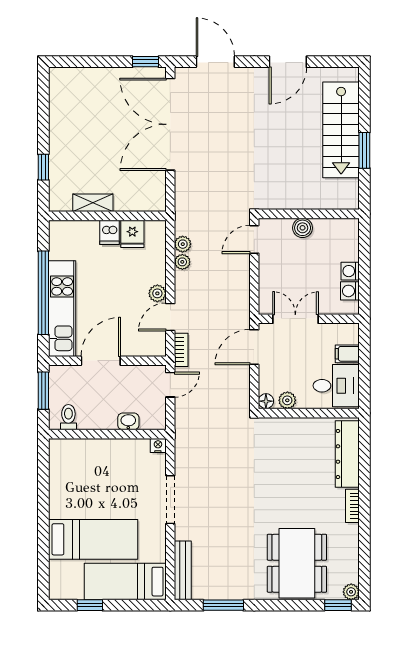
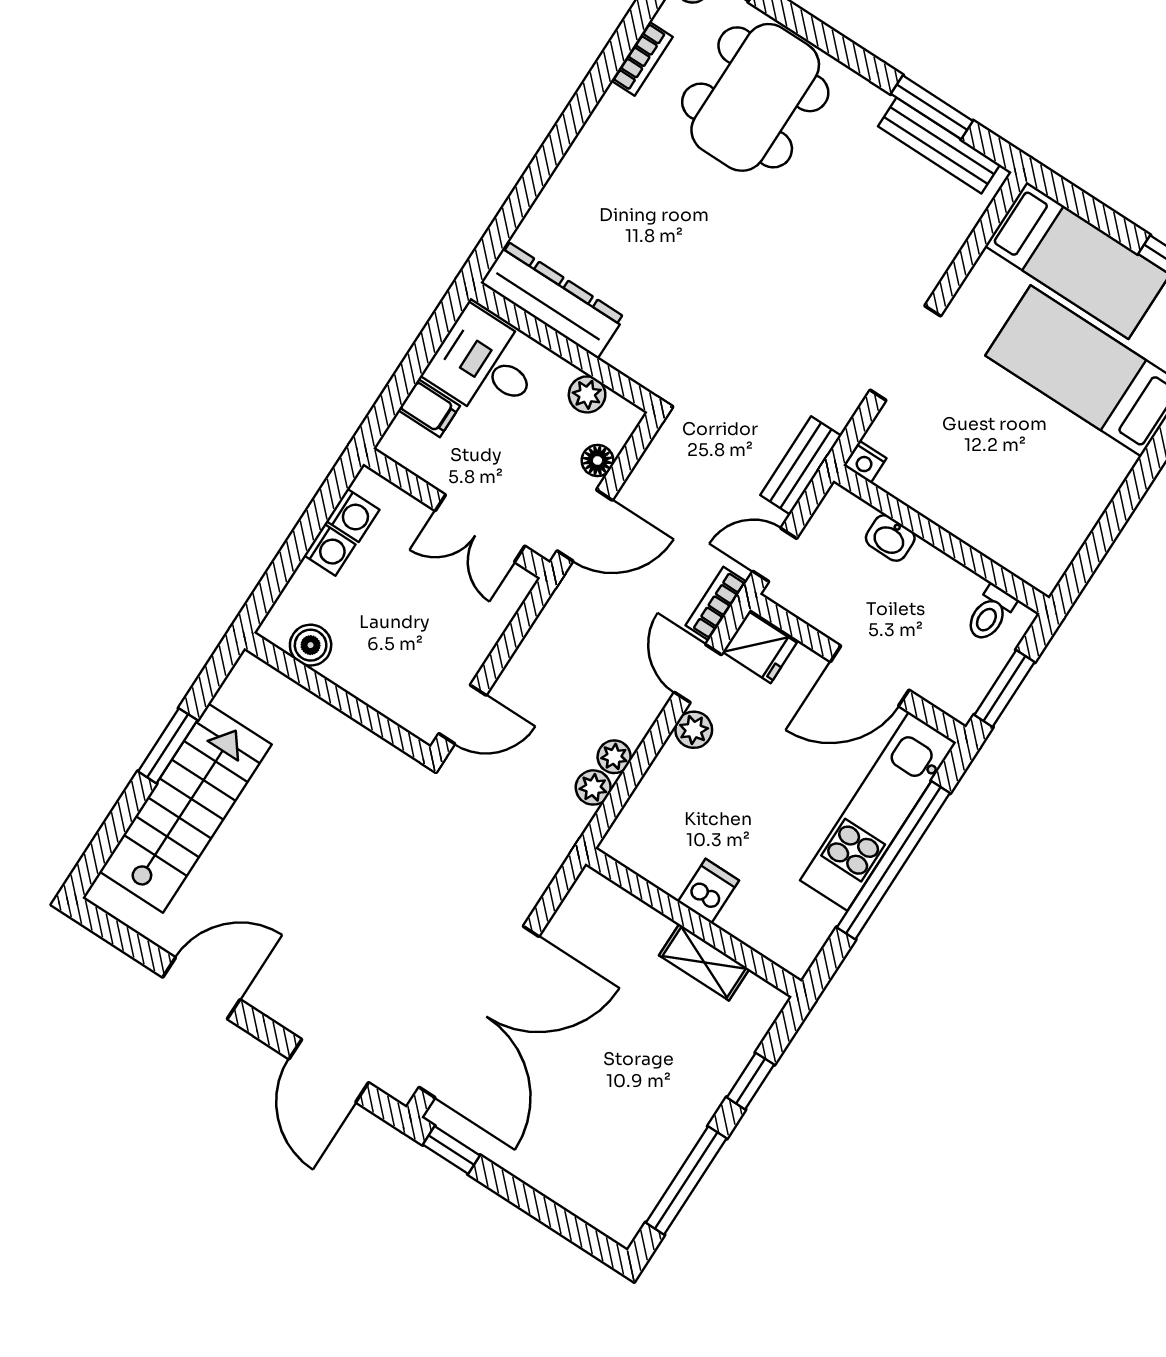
window: (43, 110) -> (686, 1180), added
boiler: (303, 228) -> (311, 645), moved
fridge: (132, 234) -> (760, 647), moved, turned 90
door: (170, 317) -> (698, 674), swing flipped
floor lamp: (266, 401) -> (597, 461), moved
bench: (183, 427) -> (801, 465), added
dresser: (347, 454) -> (552, 300), moved, turned -90
bookcase: (352, 506) -> (642, 59), moved
bench: (183, 570) -> (939, 146), moved, turned 90

